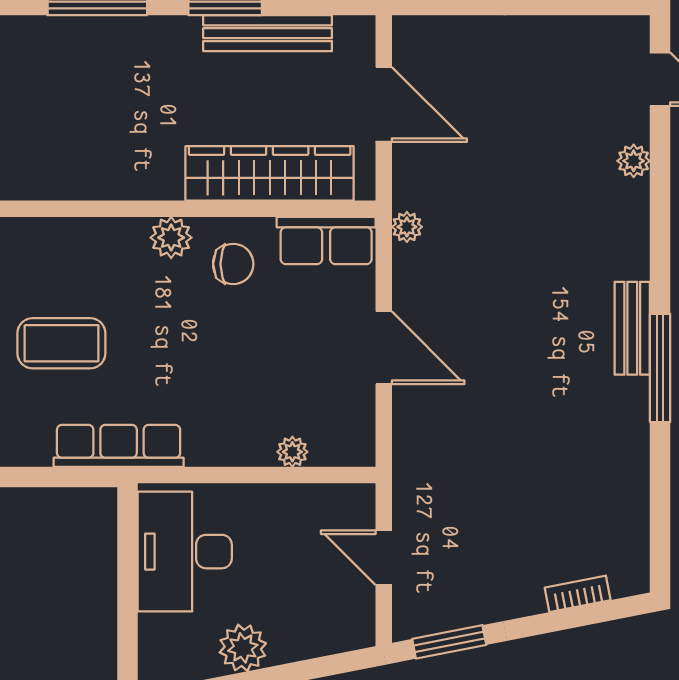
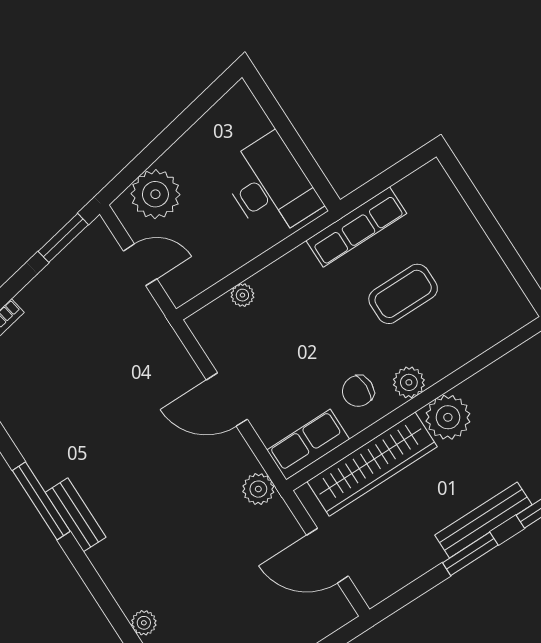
bench: (268, 33) -> (483, 520), moved
plant: (153, 171) -> (448, 417), added
plant: (407, 227) -> (258, 489), width x1.38, depth x1.38
coffee table: (61, 343) -> (403, 294), moved
plant: (243, 648) -> (155, 194), moved, width x1.36, depth x1.36

